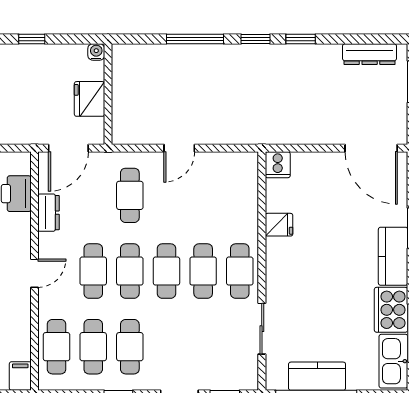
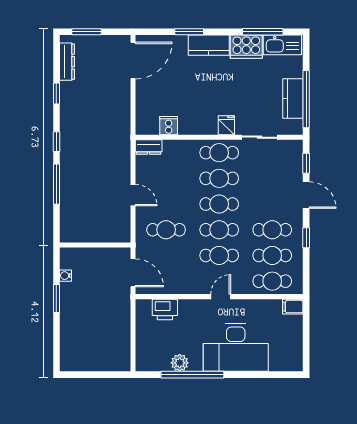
window: (32, 39) -> (56, 299), width x1.50
window: (301, 39) -> (56, 94), moved
water cooler: (96, 52) -> (66, 276), moved
fridge: (89, 99) -> (98, 258), removed
cooker: (278, 165) -> (169, 126), moved, turned -90
dresser: (49, 213) -> (149, 147), moved, turned 180
fridge: (279, 225) -> (226, 125), moved
door: (34, 273) -> (221, 297), hinge flipped

